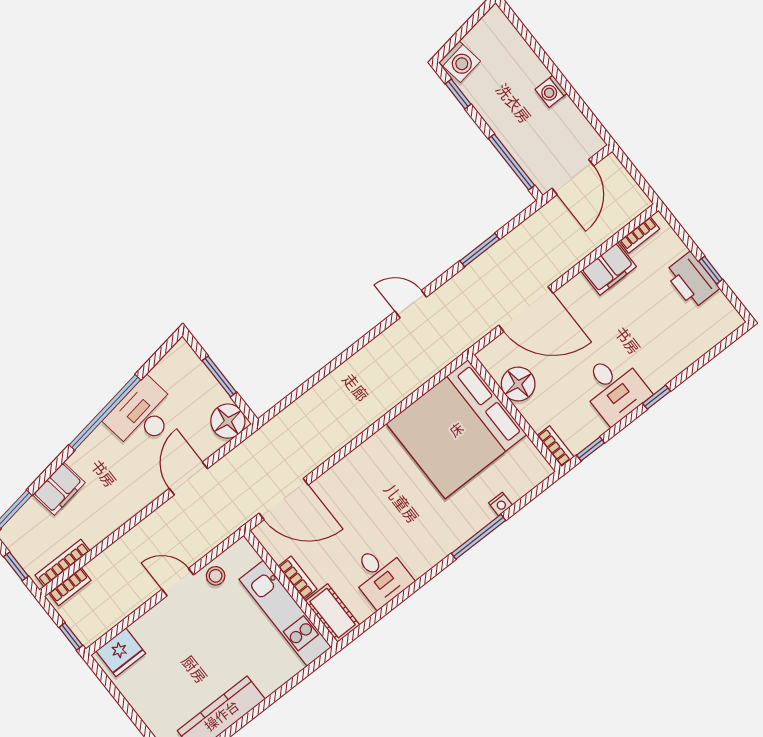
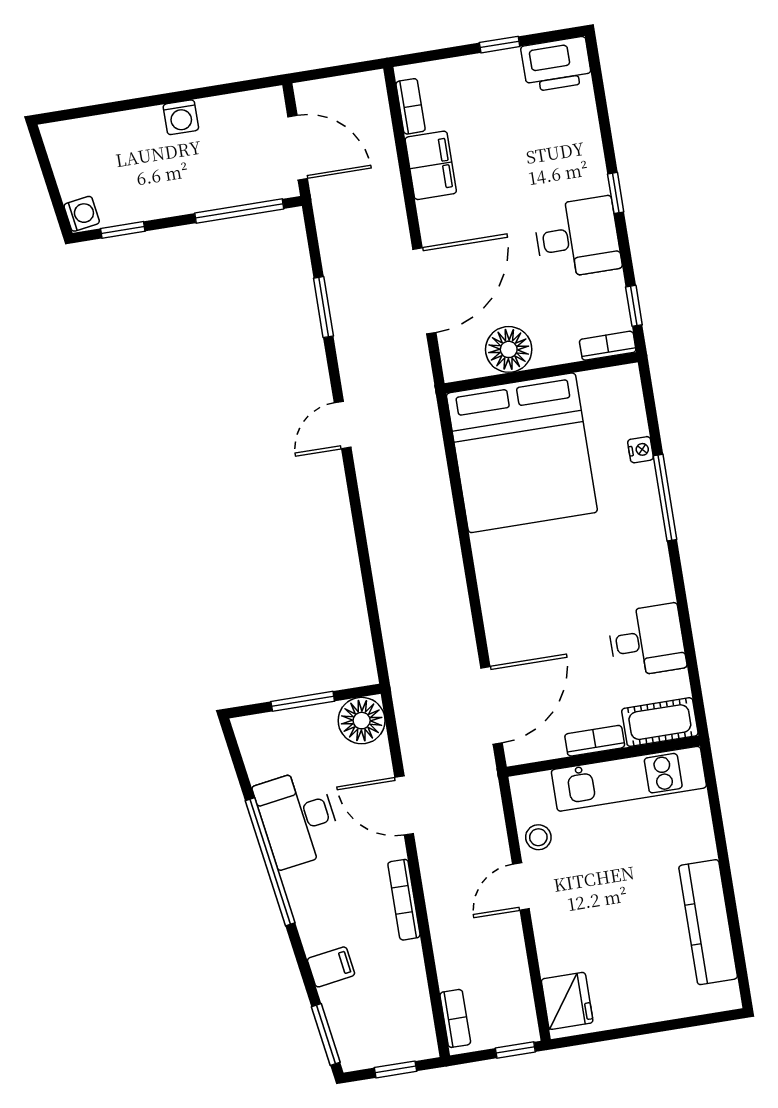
washing machine: (460, 62) -> (82, 214), width x0.73, depth x0.73
printer: (692, 280) -> (556, 64), moved
filing cabinet: (59, 489) -> (331, 967), width x0.50
bookcase: (63, 563) -> (404, 900), moved

